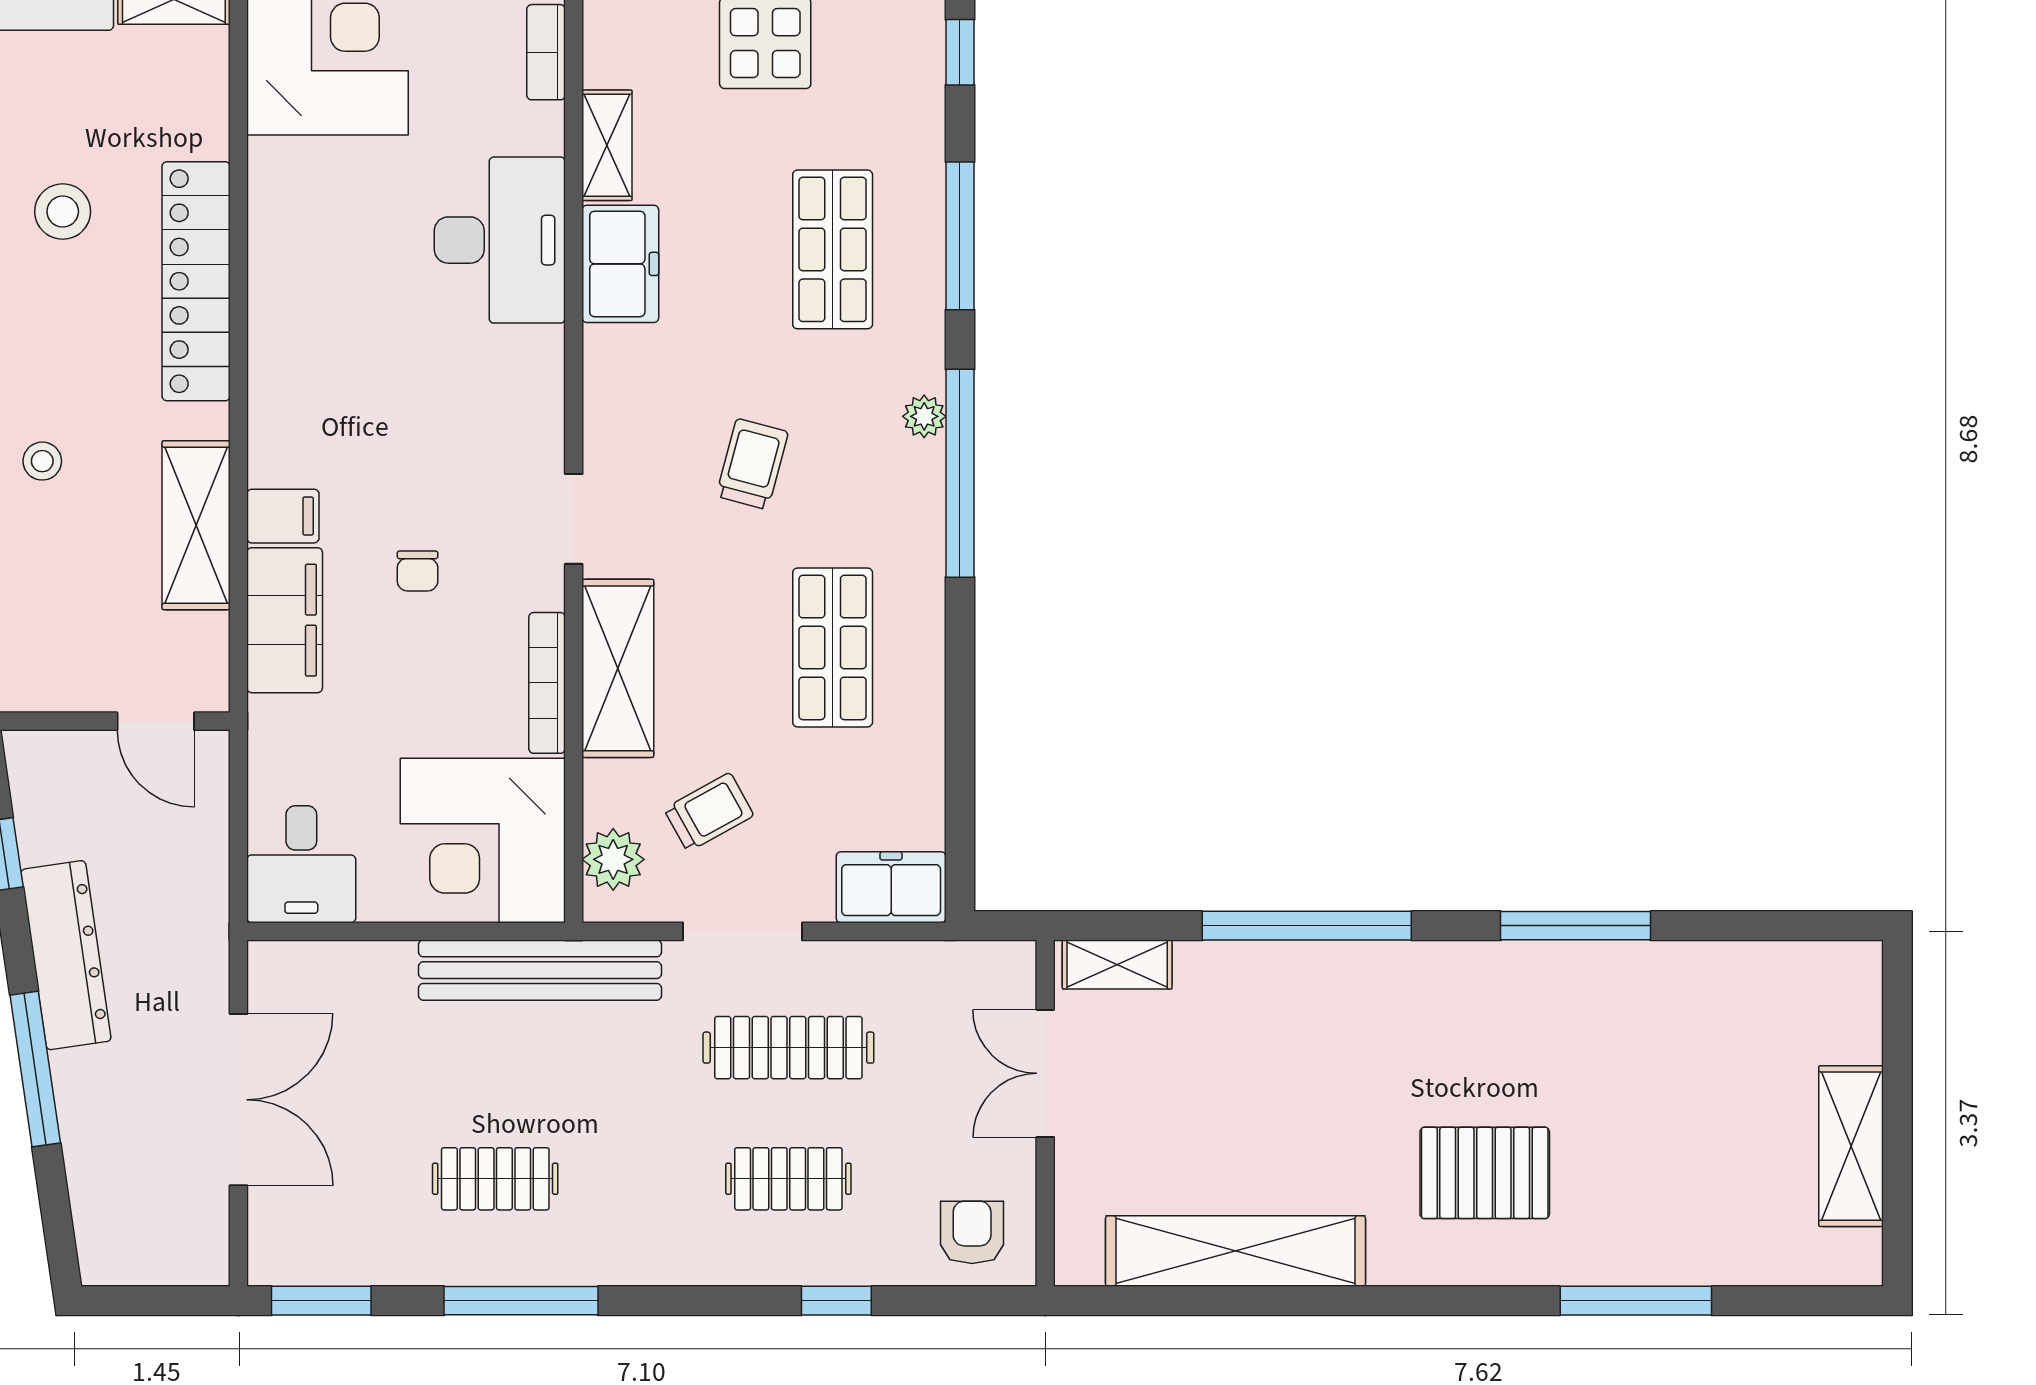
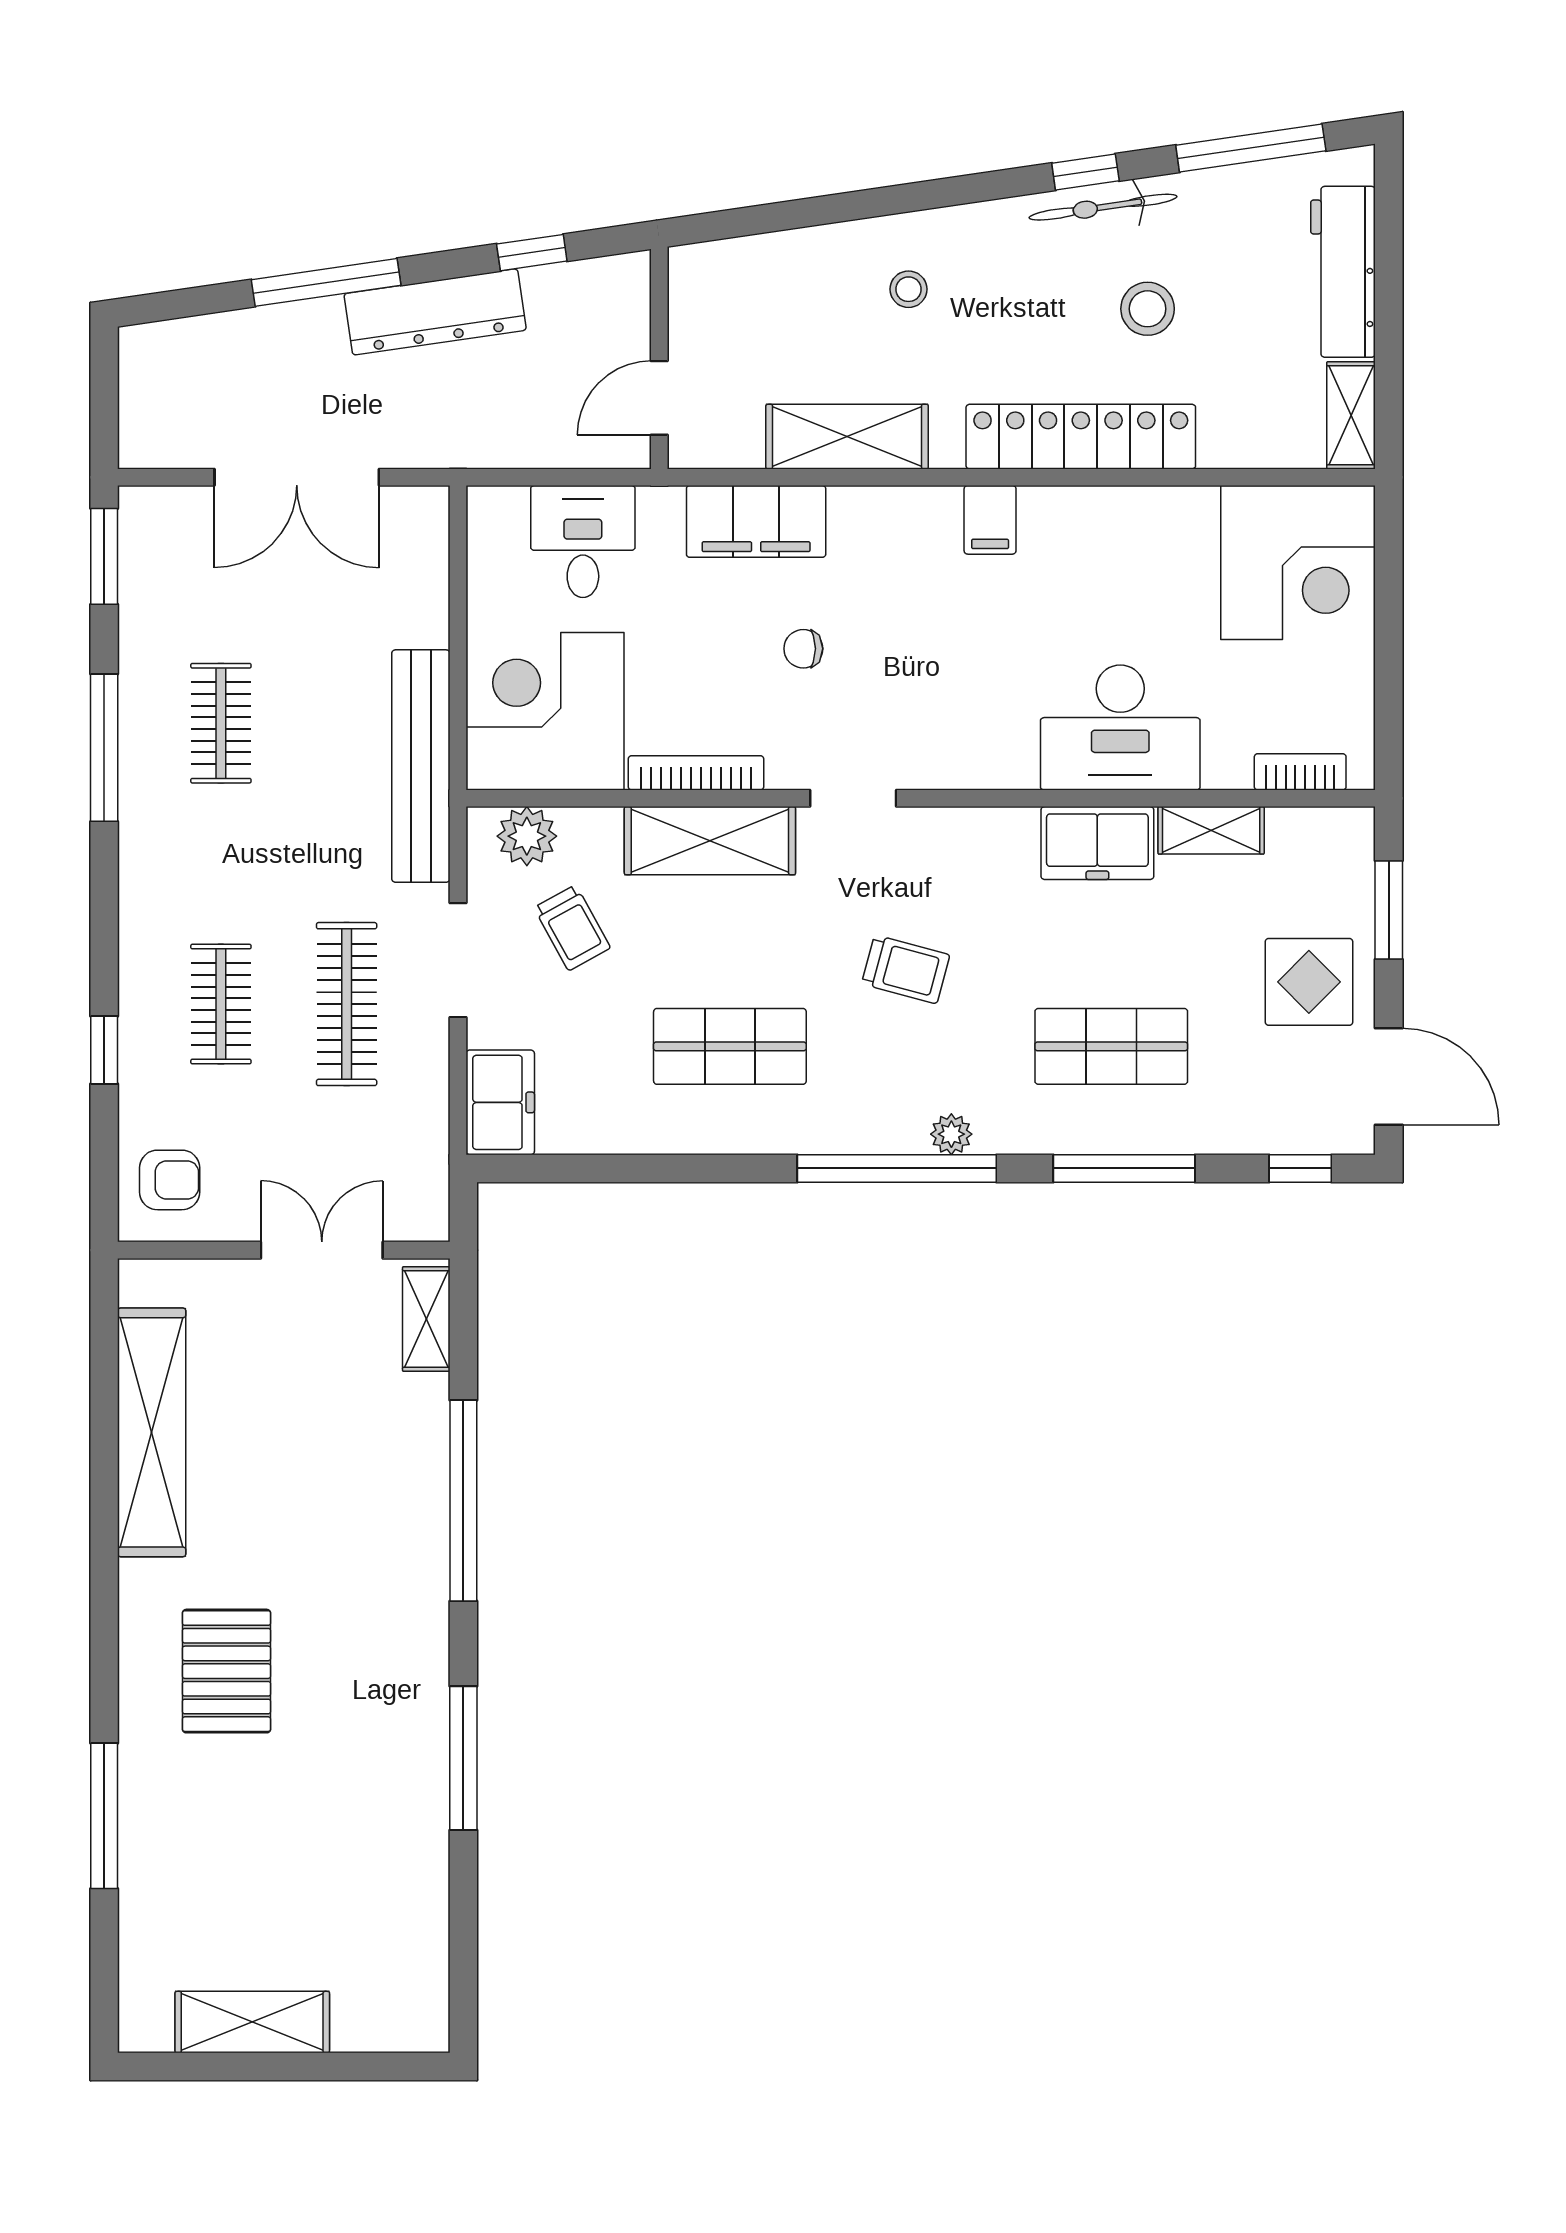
filing cabinet: (283, 516) -> (990, 520), moved
desk: (301, 864) -> (583, 541), moved, turned 90

